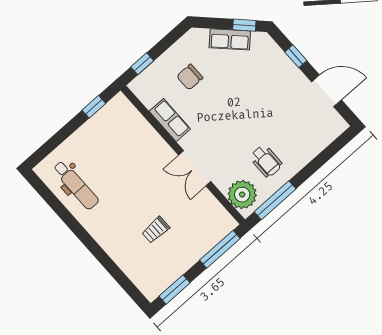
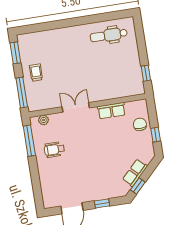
window: (142, 64) -> (156, 135), moved
chair: (190, 77) -> (140, 124), moved
plant: (242, 195) -> (44, 120), width x0.53, depth x0.53
trolley: (156, 230) -> (36, 73), moved

